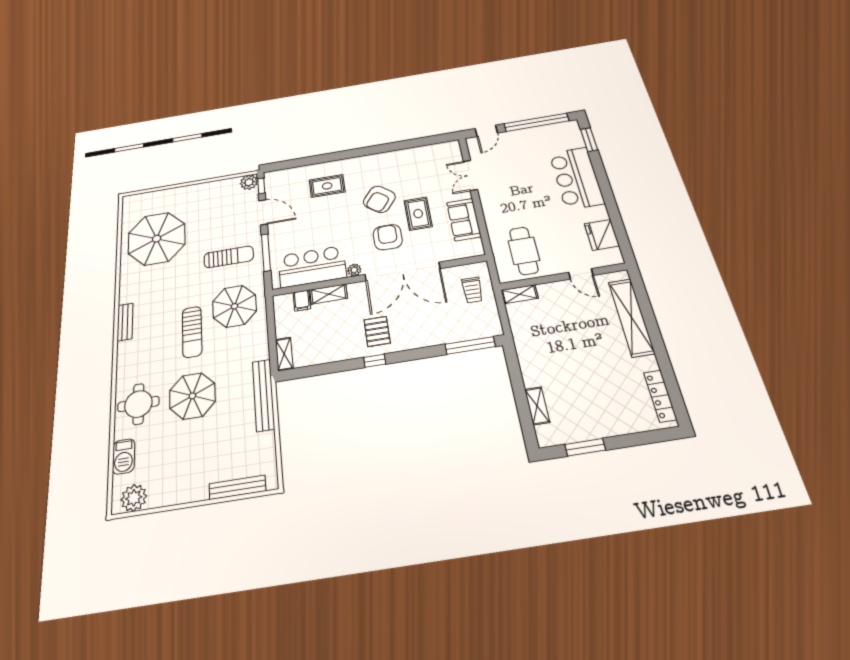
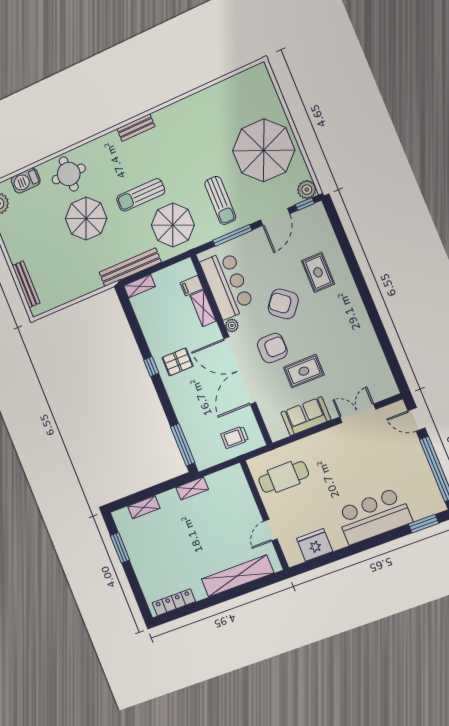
armchair: (379, 199) -> (283, 304), moved
parasol: (157, 239) -> (264, 150), moved
shelving: (520, 294) -> (192, 488), moved, turned 90
bench: (263, 395) -> (130, 267), moved

